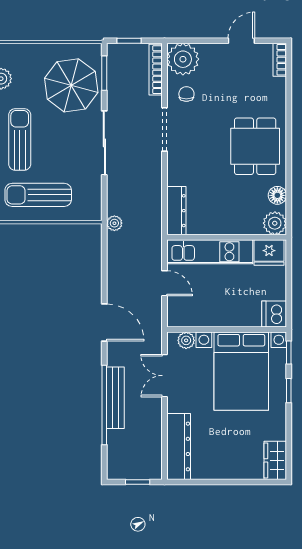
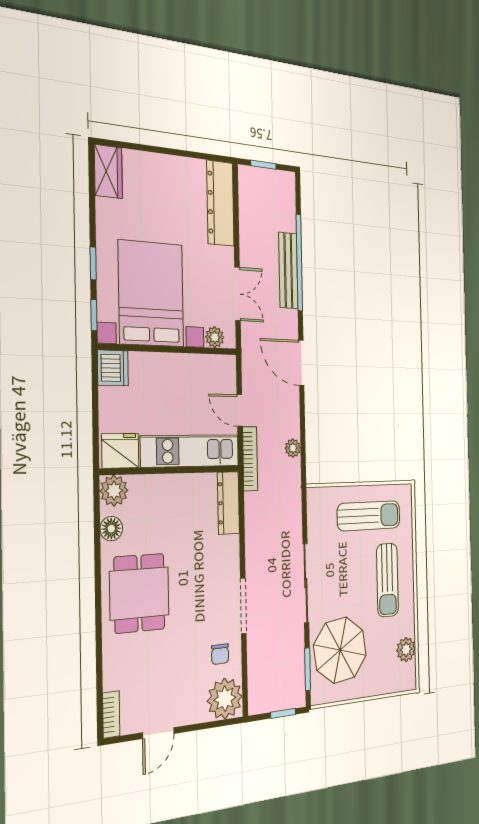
bookcase: (156, 70) -> (250, 459), moved
plant: (114, 223) -> (293, 448), moved

